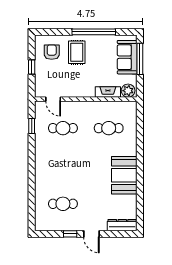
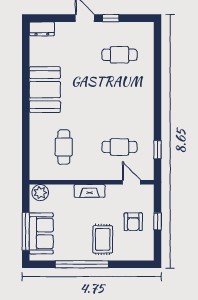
armchair: (52, 52) -> (133, 222), moved
fireplace: (108, 92) -> (90, 191), moved
cafe table: (109, 128) -> (64, 147), turned 90
dresser: (122, 225) -> (42, 29), width x0.70

